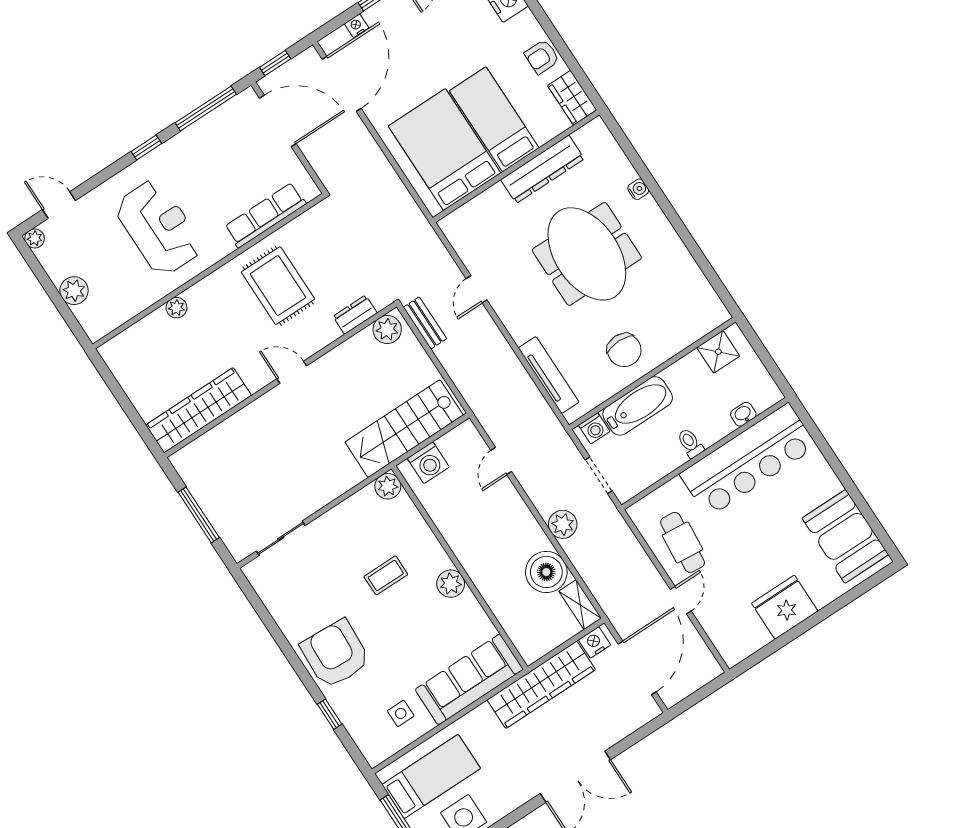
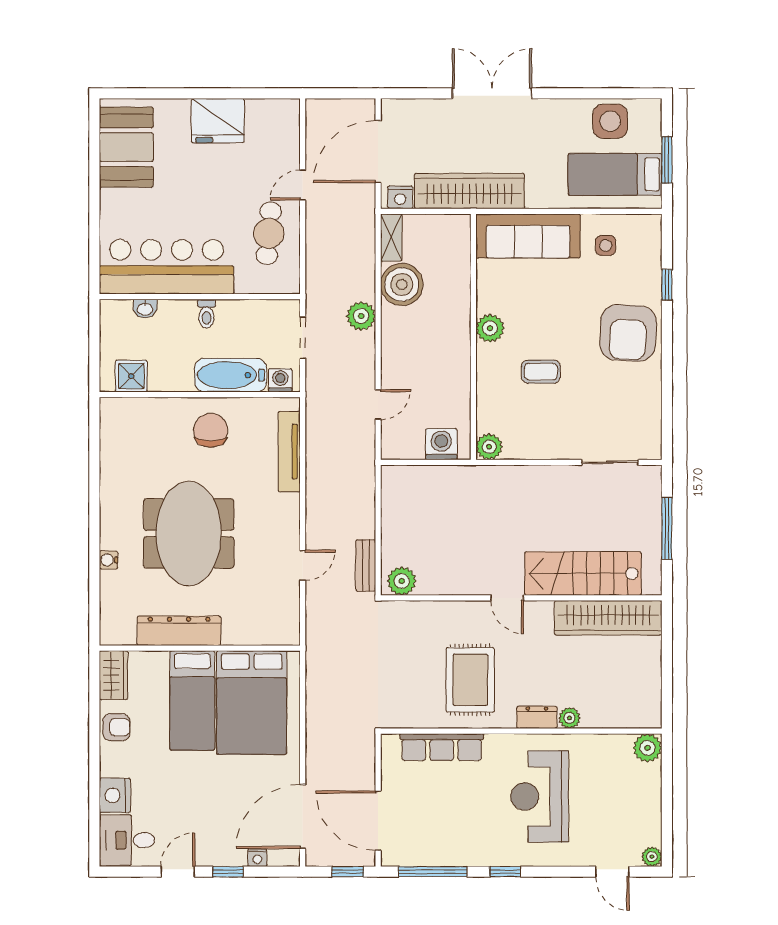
plant: (74, 291) -> (647, 748), moved
dresser: (355, 315) -> (537, 717), moved, turned 180
stairs: (404, 429) -> (583, 574), moved, turned 180

